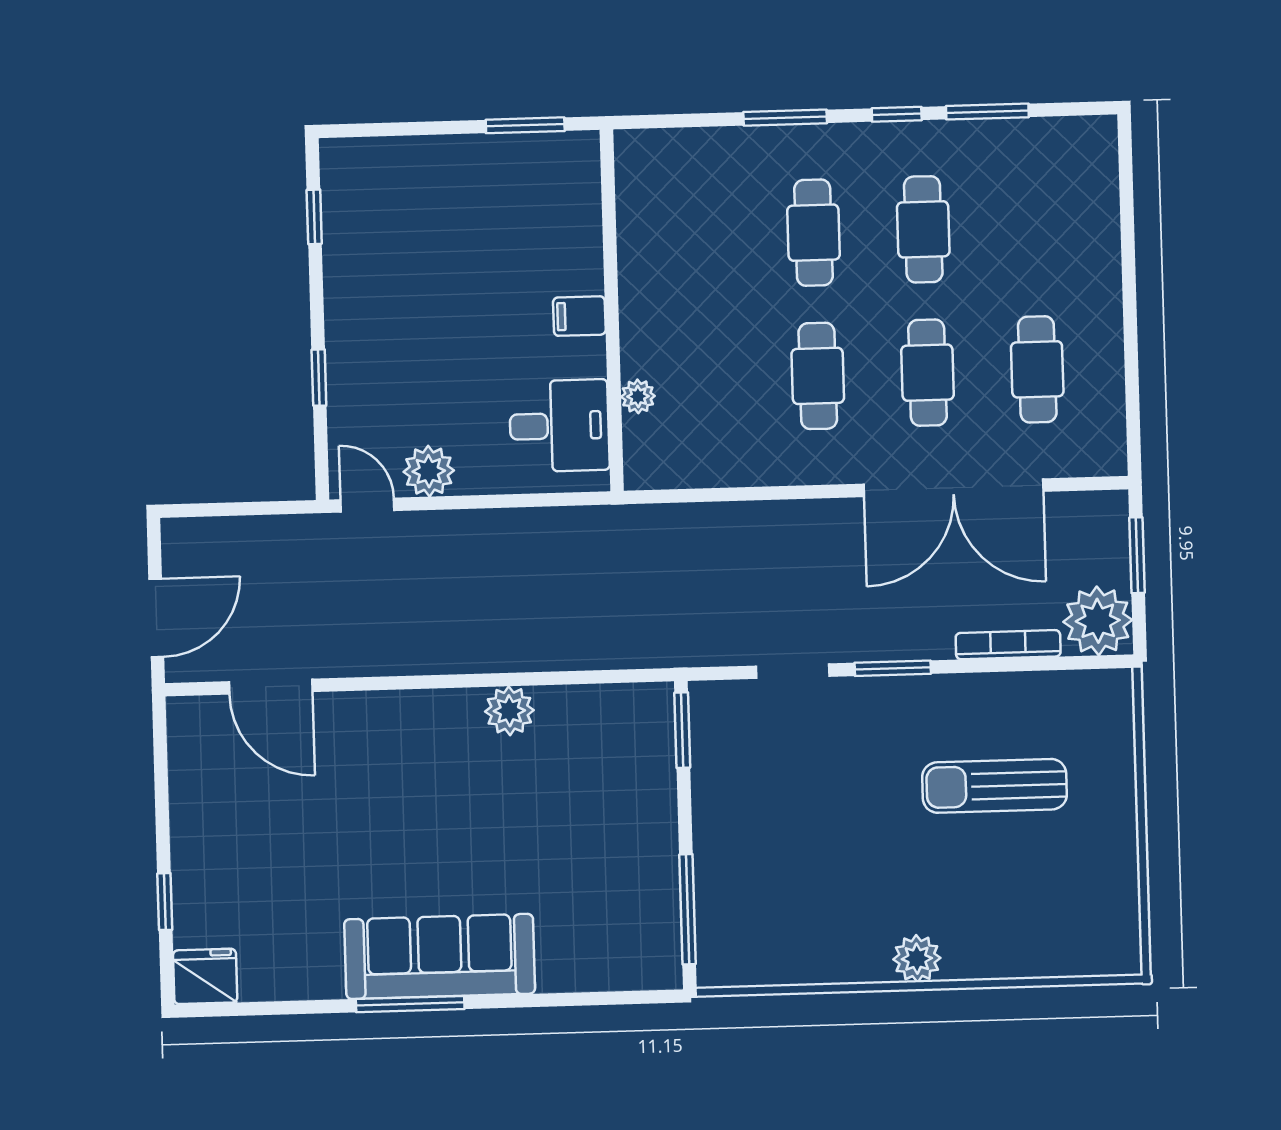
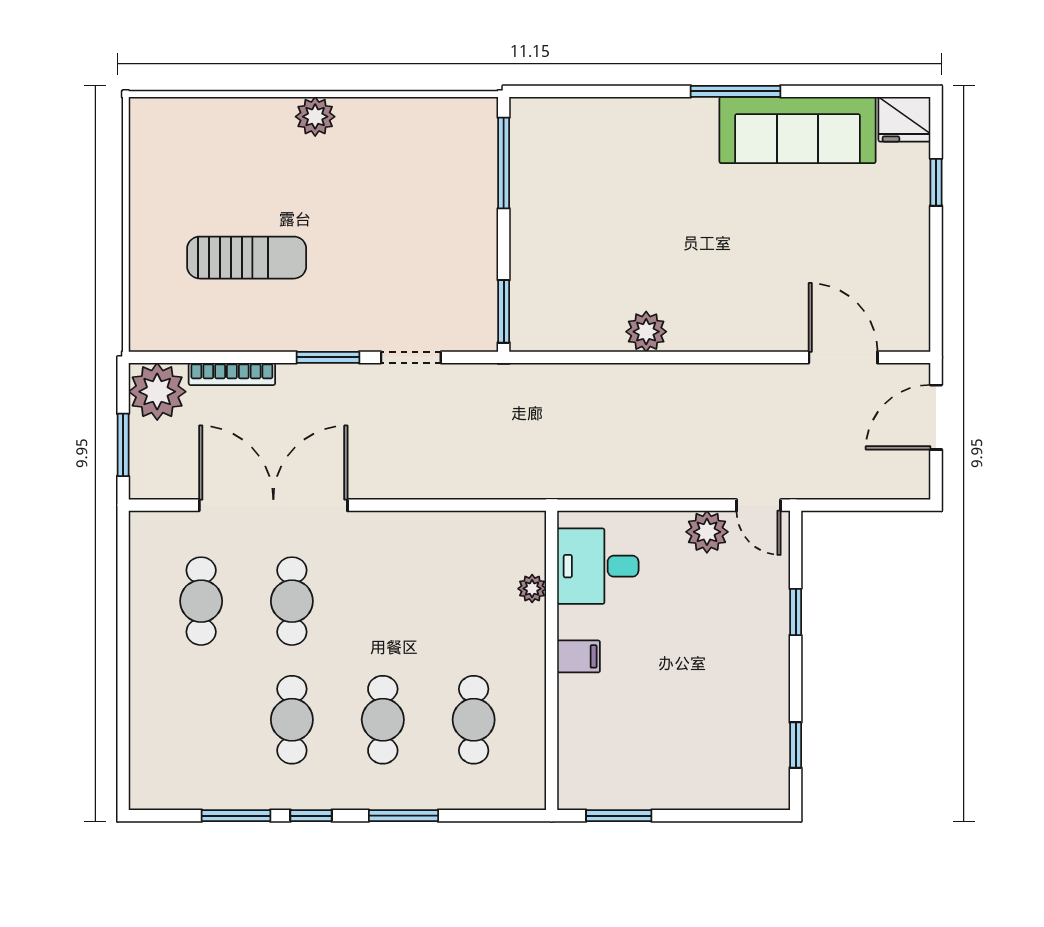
cafe table: (818, 376) -> (474, 720), moved
sofa: (440, 956) -> (798, 130), moved

